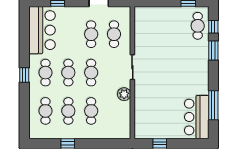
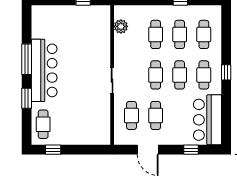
window: (213, 27) -> (27, 123), removed
plant: (124, 94) -> (121, 26), moved
window: (213, 105) -> (27, 59), moved
bar counter: (197, 117) -> (44, 70), moved, width x1.36

